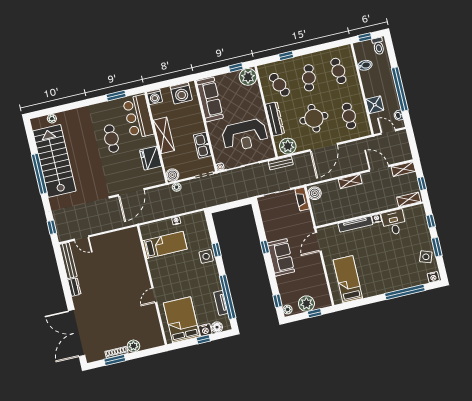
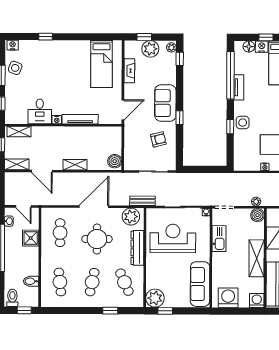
fireplace: (302, 199) -> (129, 71), moved
armchair: (279, 223) -> (158, 139), added
window: (405, 292) -> (46, 37), width x0.32
tv unit: (221, 303) -> (239, 87), moved

